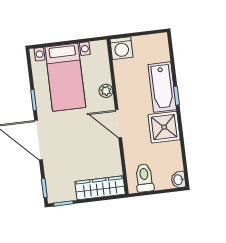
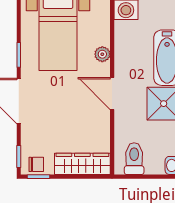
chair: (60, 193) -> (36, 164), added

